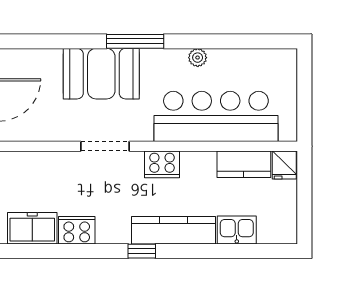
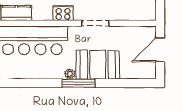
plant: (198, 58) -> (70, 74), moved

